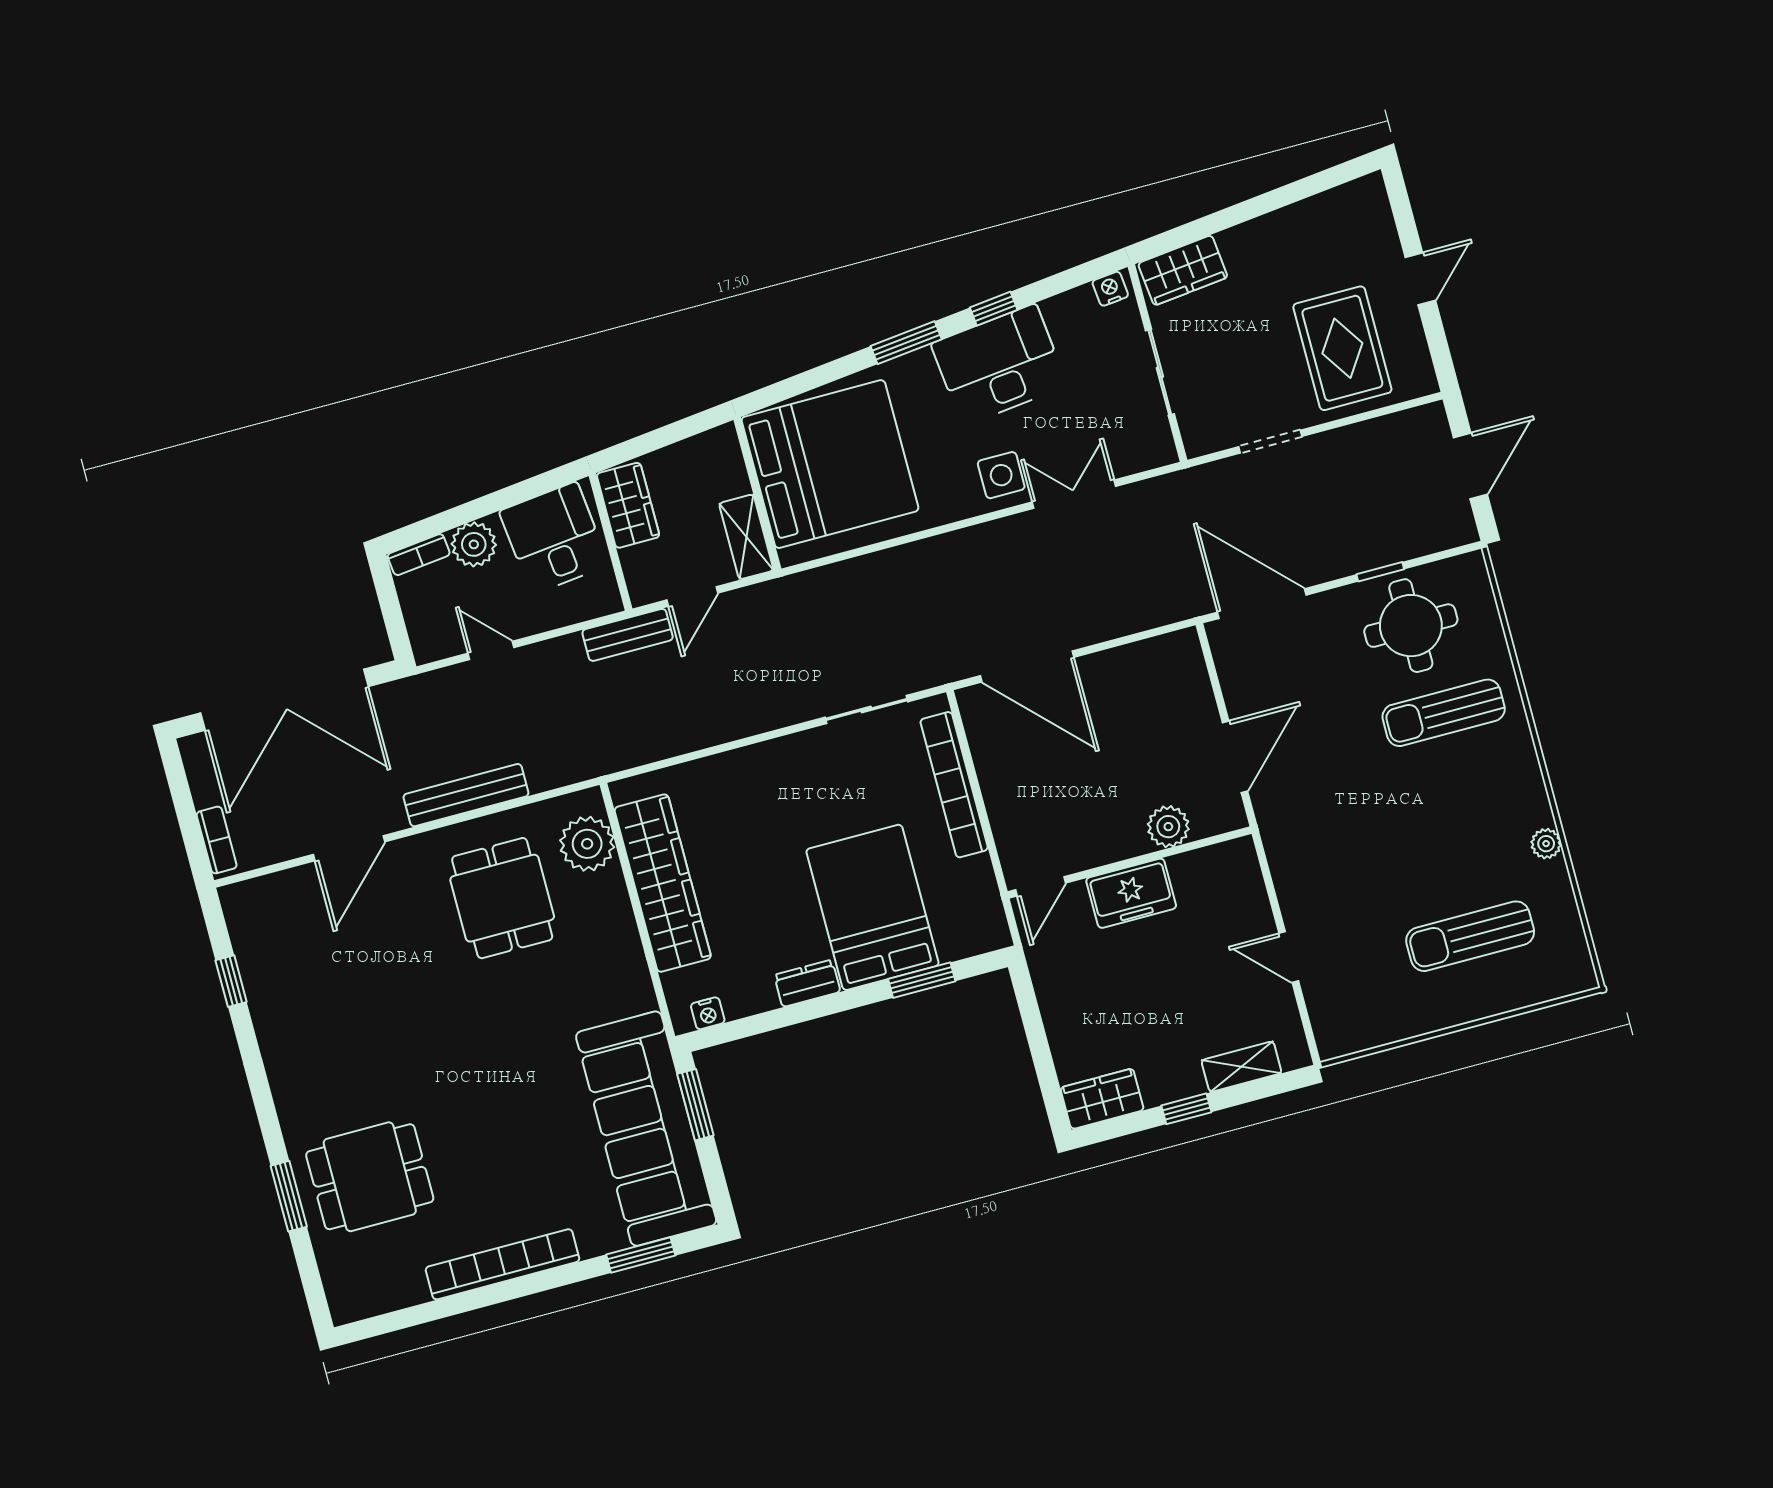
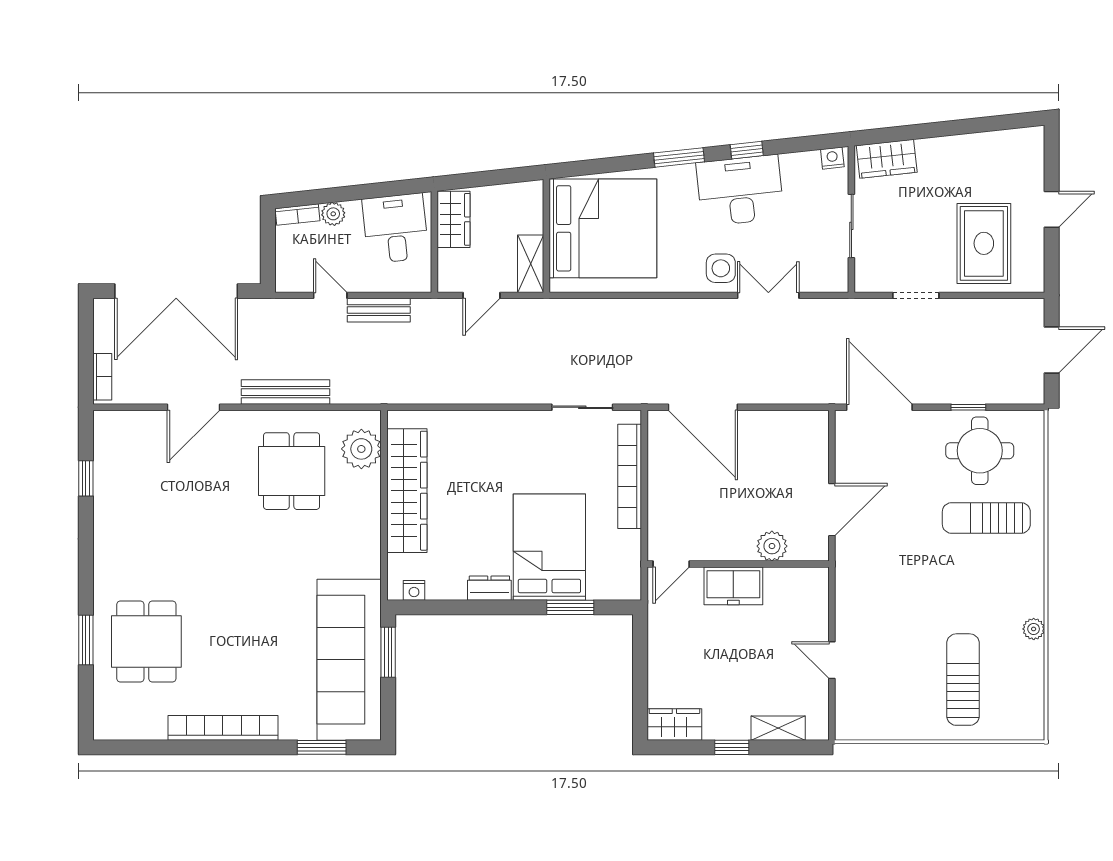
plant: (474, 544) -> (333, 214), width x0.73, depth x0.73
bench: (628, 635) -> (379, 310), moved
sun lounger: (1470, 936) -> (963, 680), turned 90
dining table: (370, 1177) -> (146, 642), turned 90

